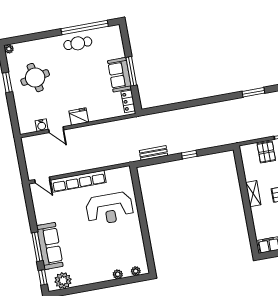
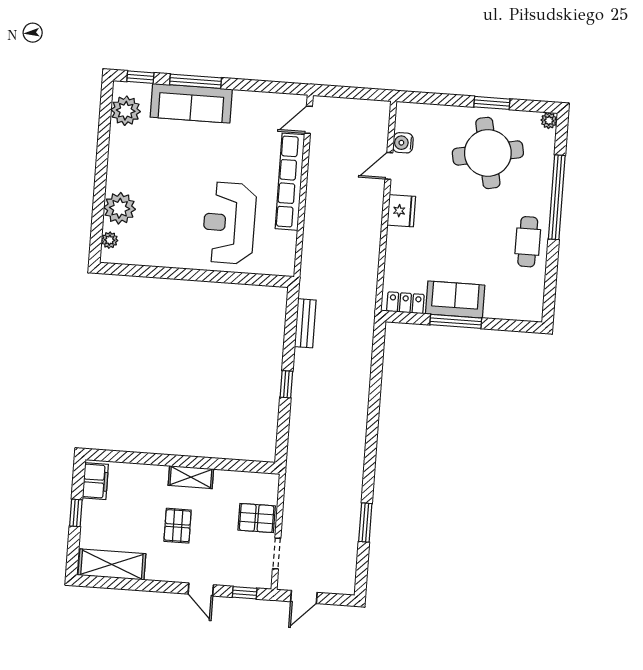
window: (85, 27) -> (557, 197), moved
round table: (35, 78) -> (488, 153), width x1.36, depth x1.36
plant: (118, 274) -> (120, 208), width x1.88, depth x1.88

